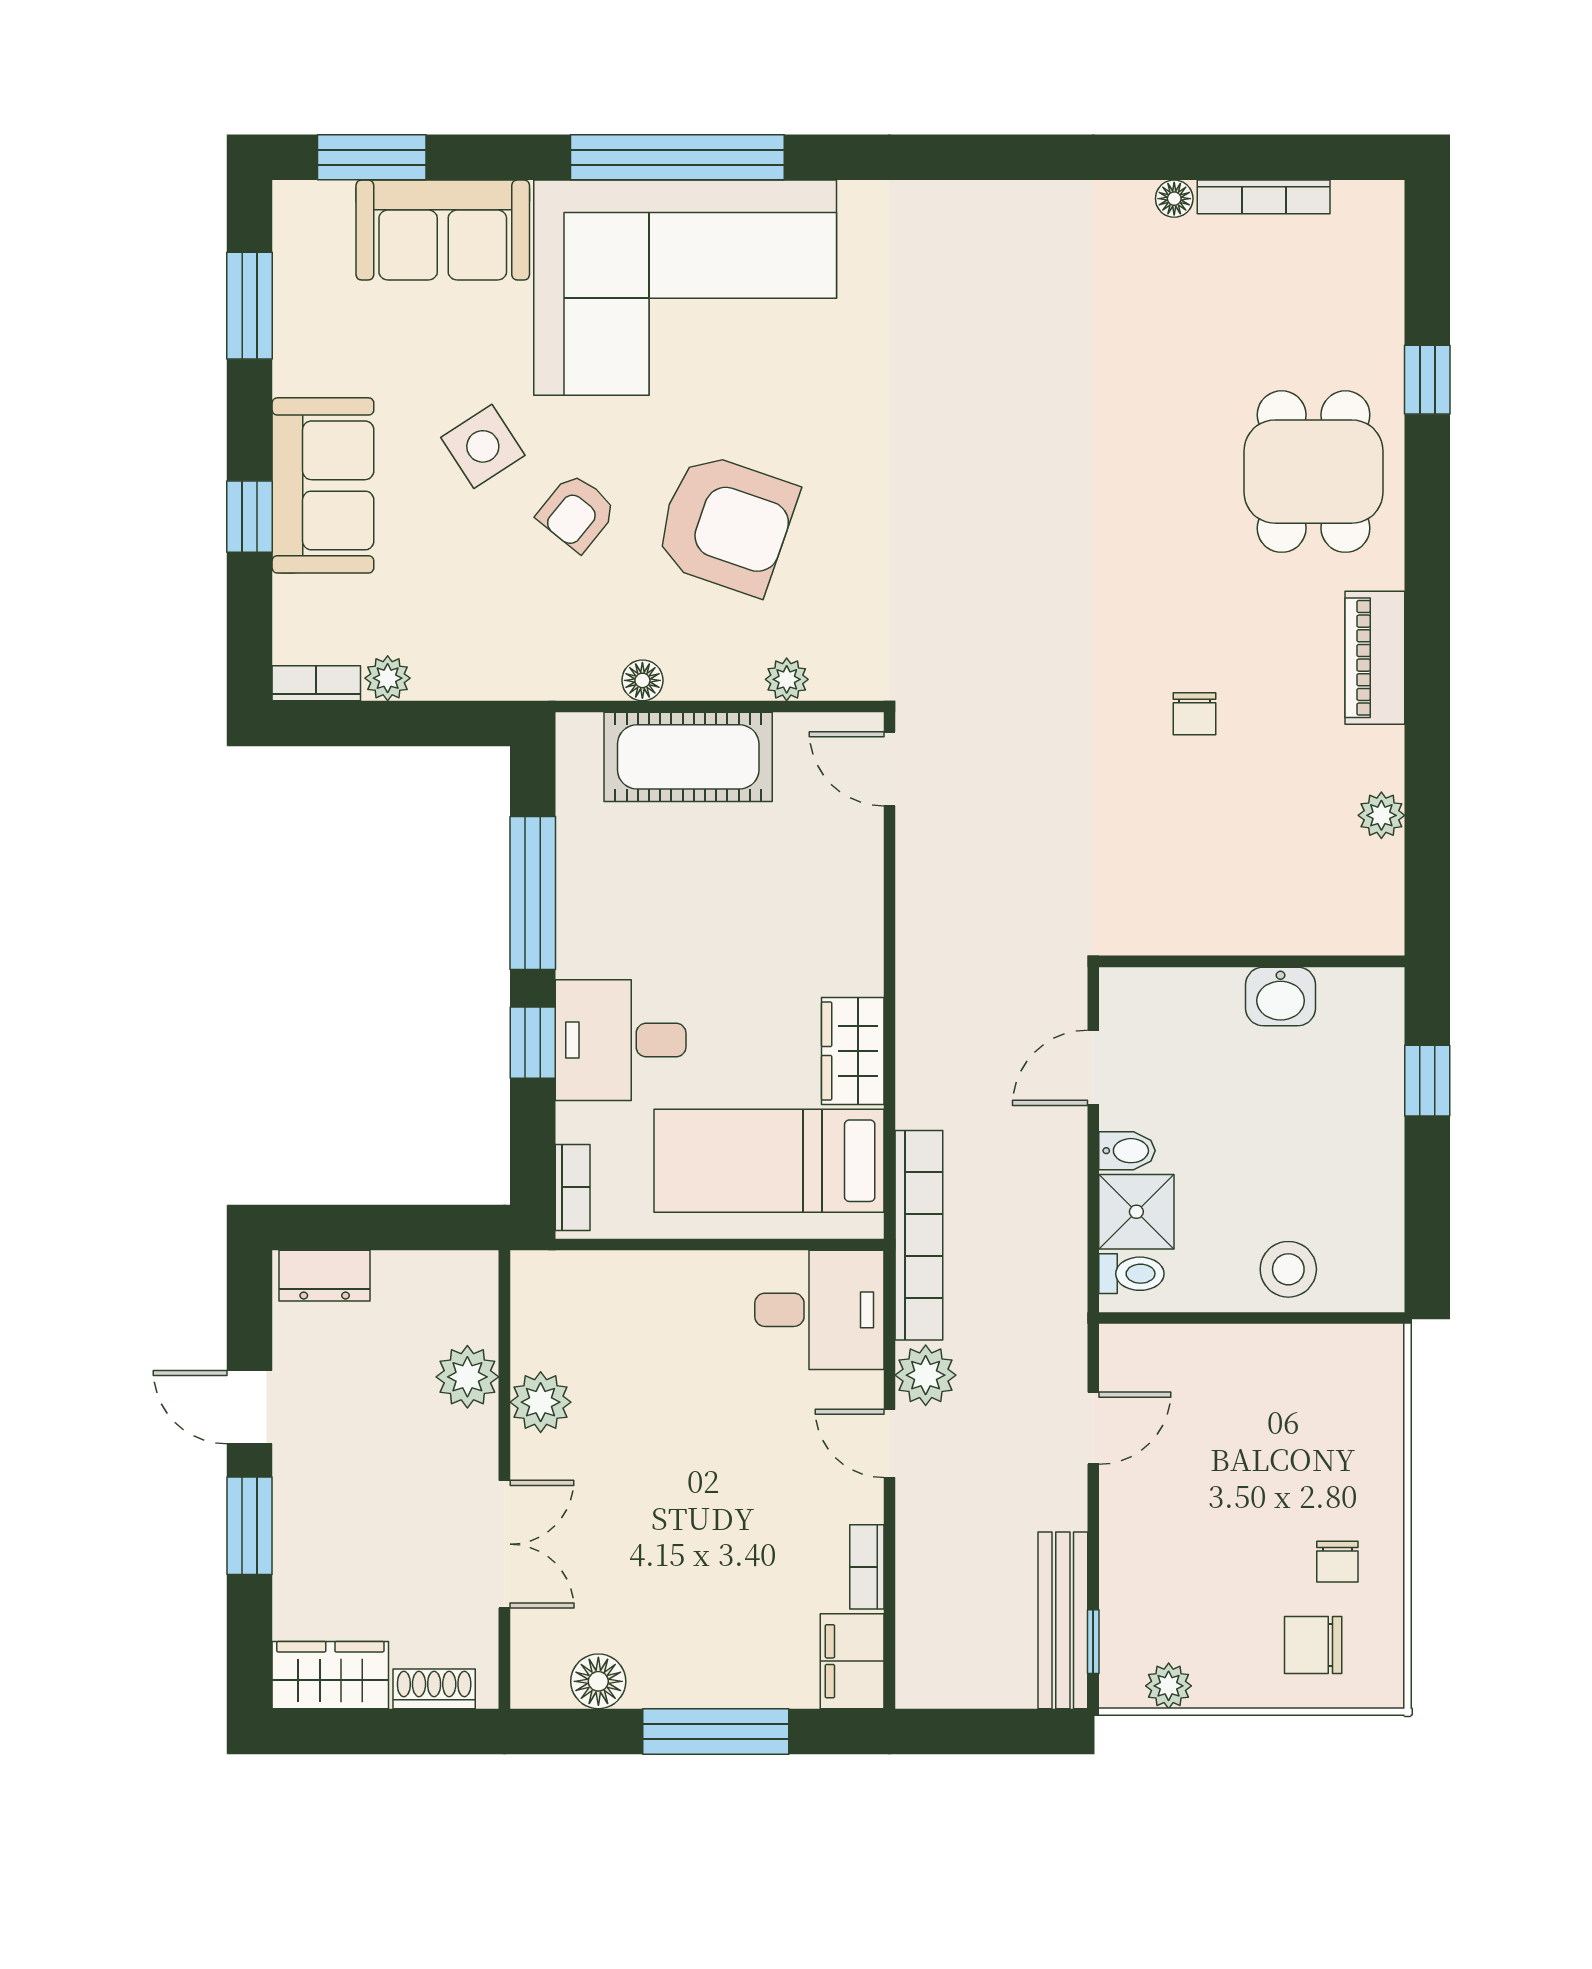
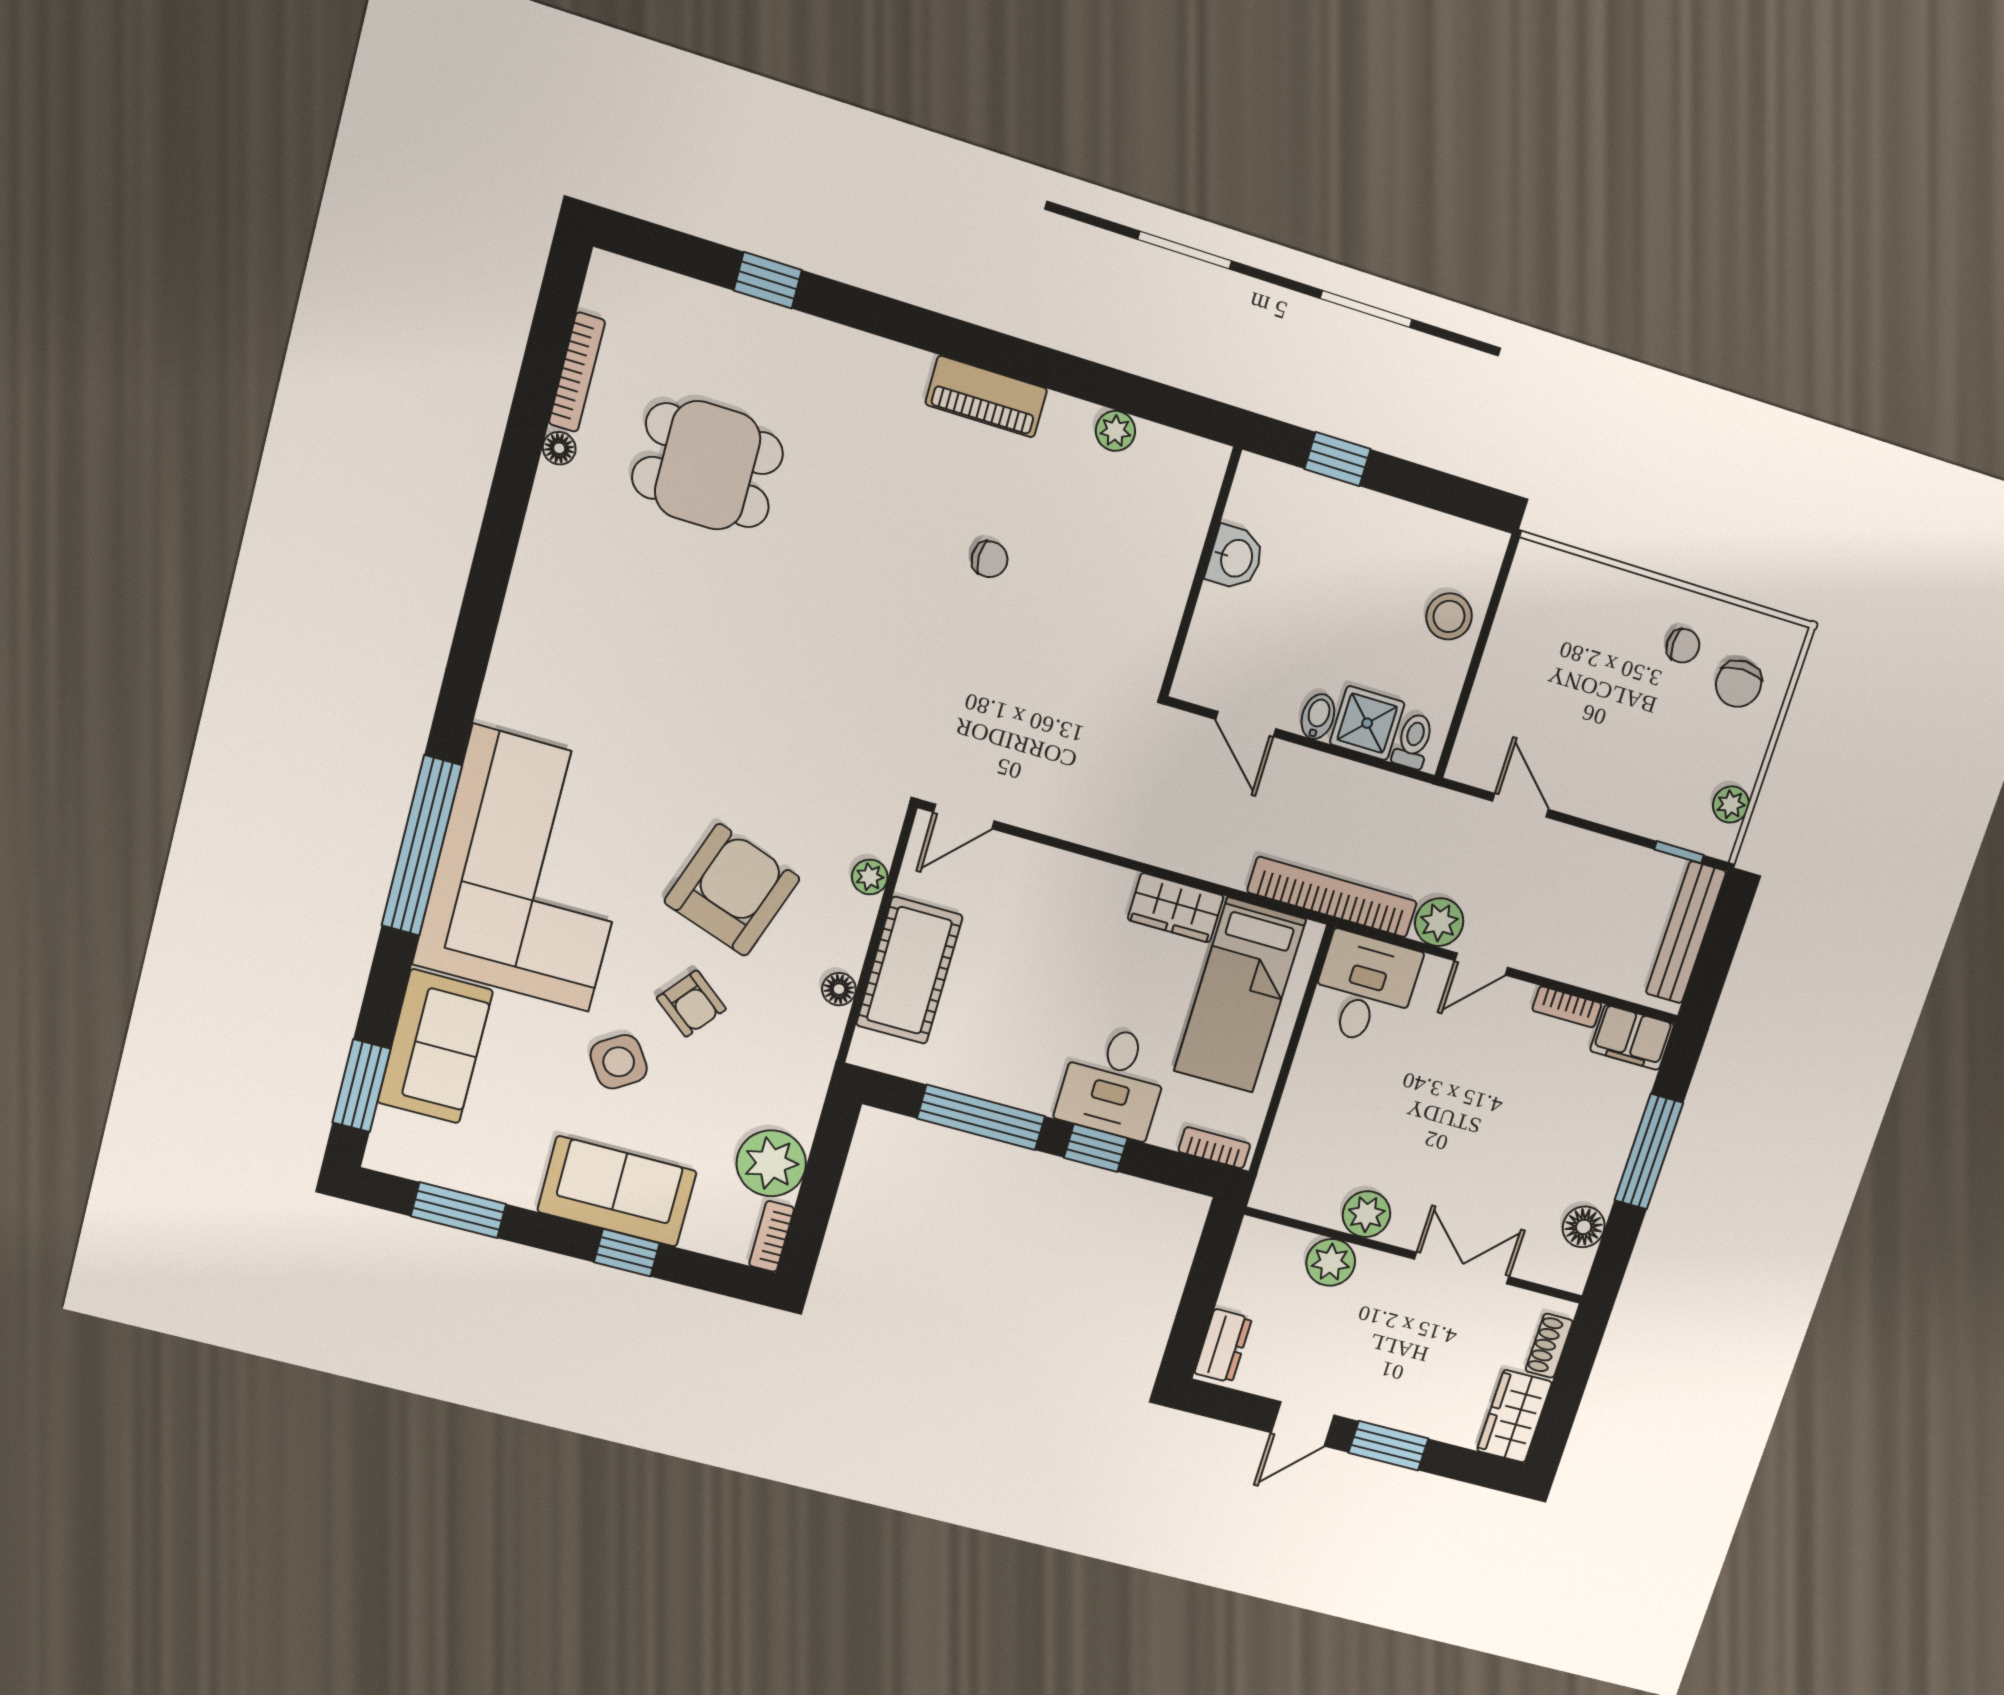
dining table: (1314, 472) -> (708, 465), moved
plant: (388, 678) -> (771, 1163), width x1.88, depth x1.88
bench: (1063, 1620) -> (1686, 932), moved, turned 90

